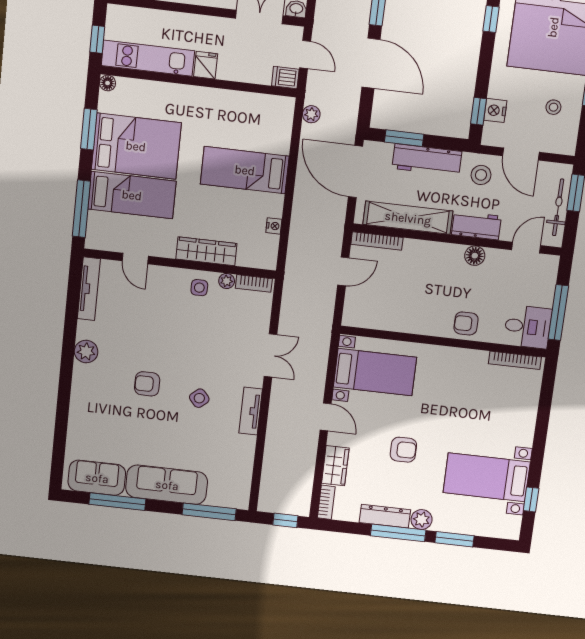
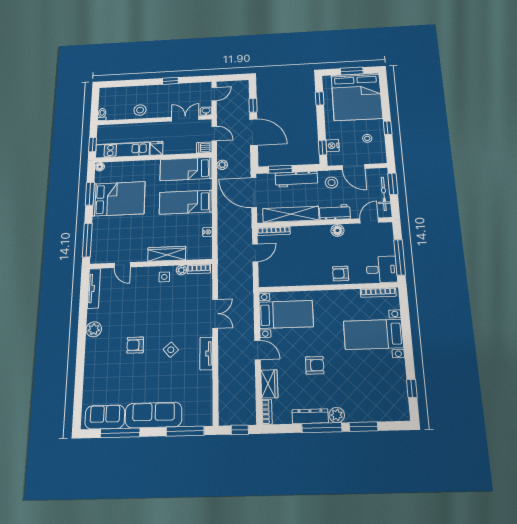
bed: (132, 195) -> (186, 169), moved, turned 180
bed with nightstands: (487, 477) -> (373, 334), moved

